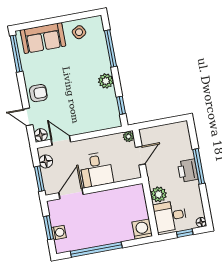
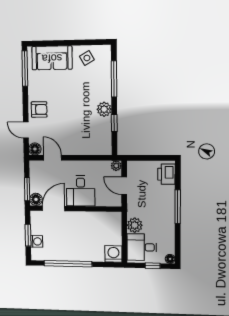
window: (121, 105) -> (114, 123), moved
door: (140, 156) -> (124, 186), swing flipped
floor lamp: (46, 161) -> (36, 199), moved
printer: (188, 171) -> (166, 174), moved

